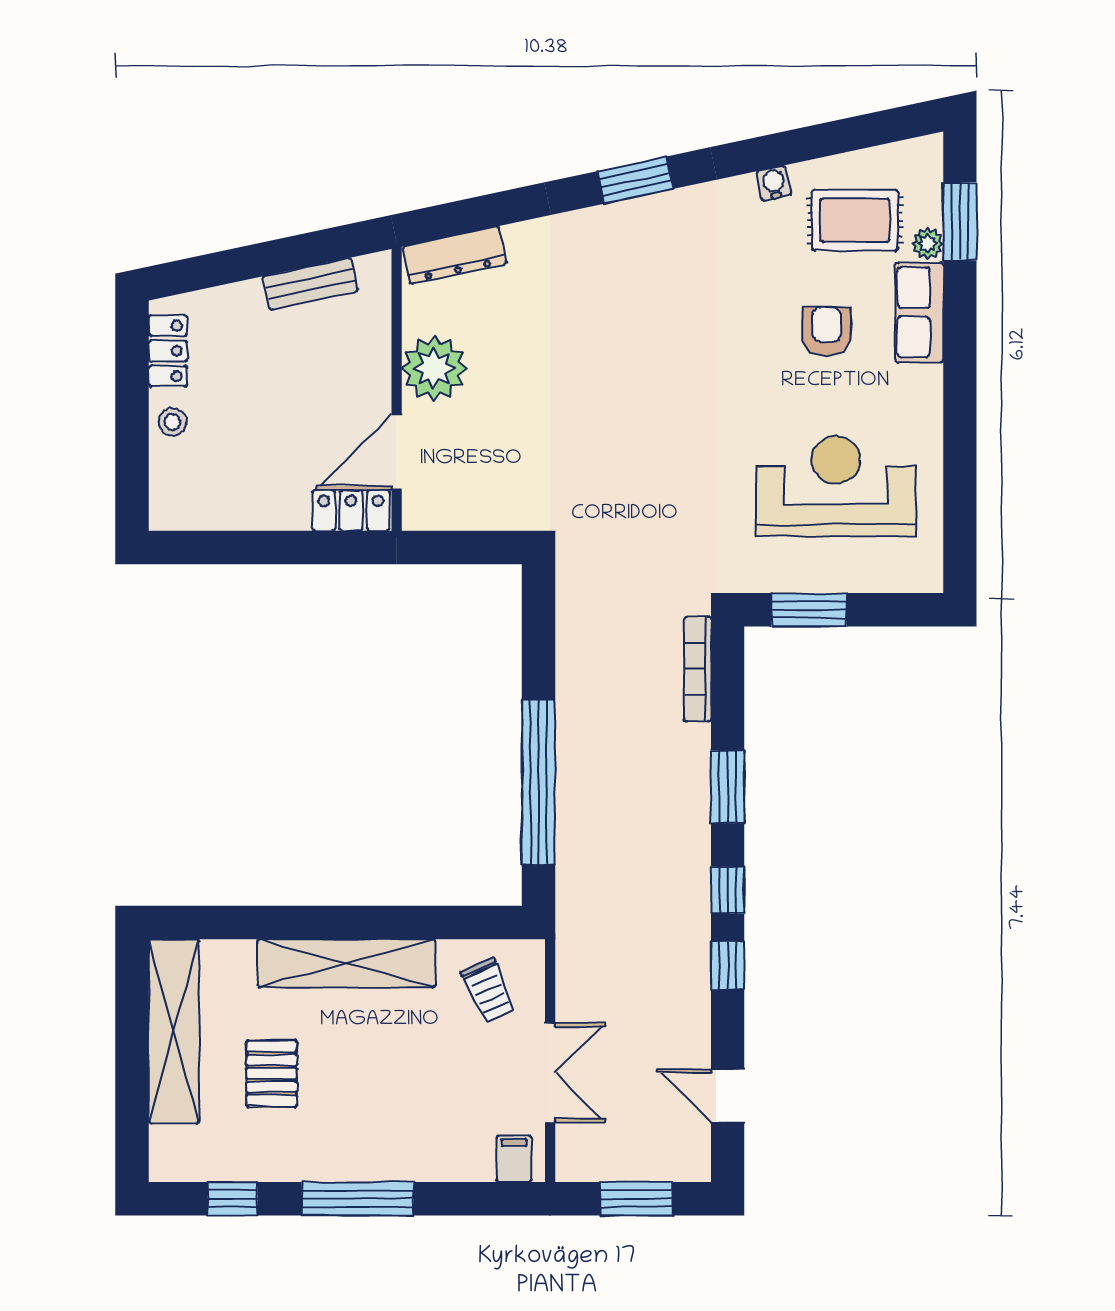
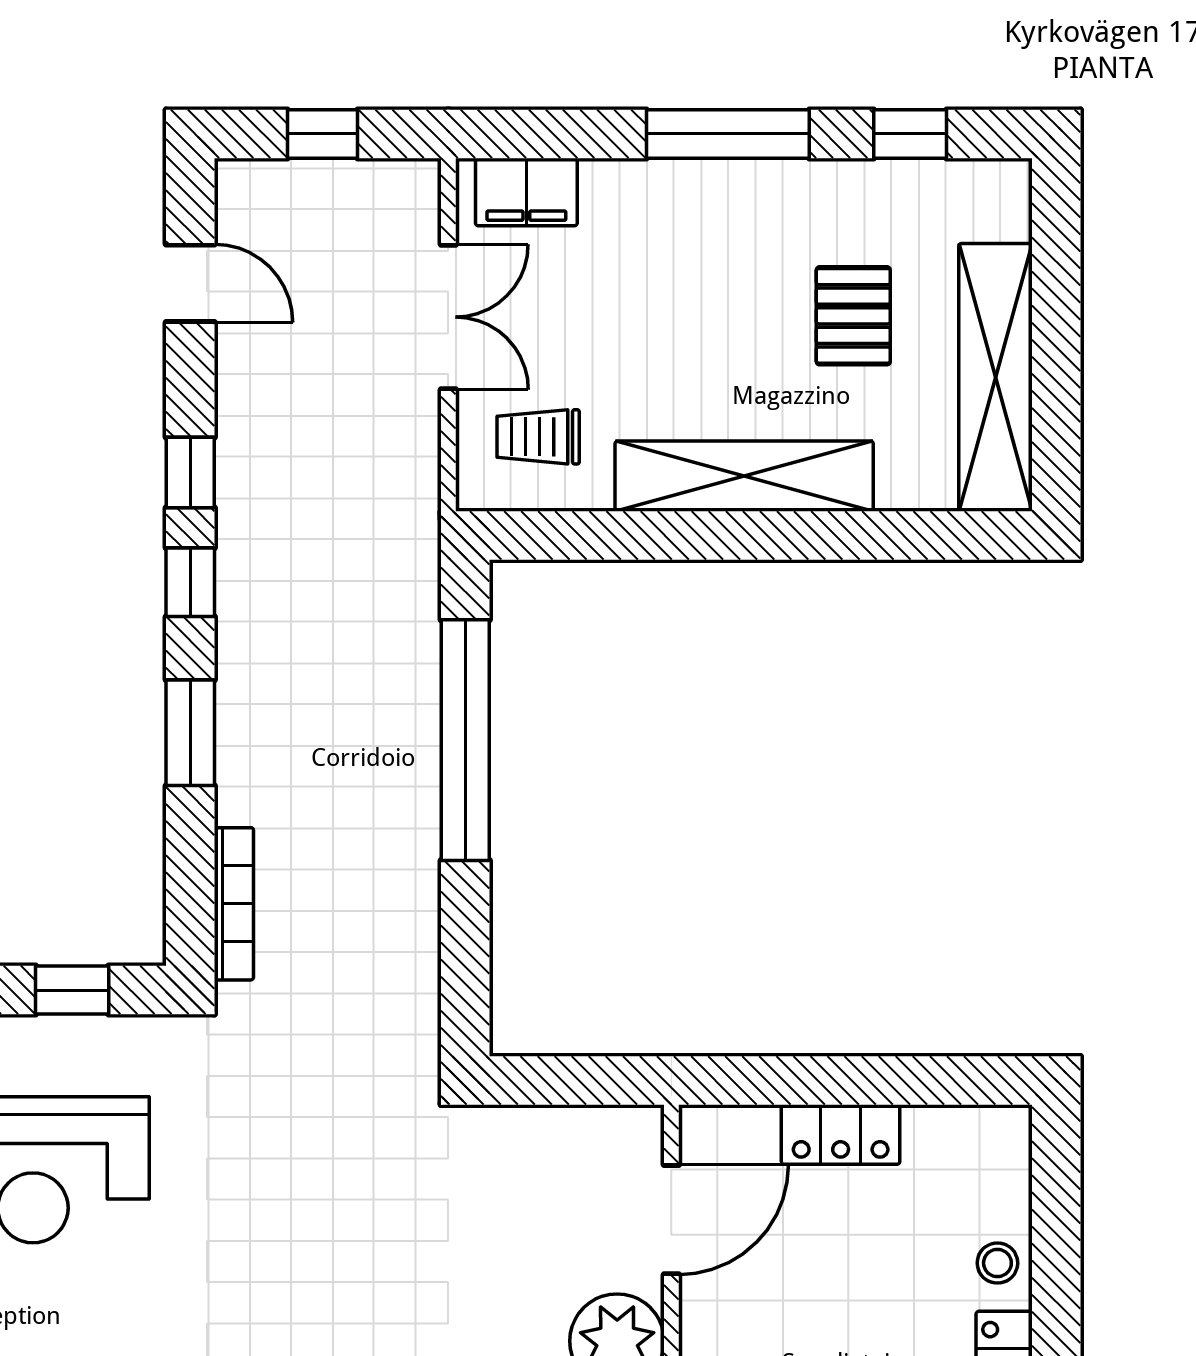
locker: (351, 510) -> (841, 1134), moved
window: (809, 610) -> (72, 990), width x0.67
trolley: (488, 990) -> (538, 437), turned -66
double door: (550, 1073) -> (448, 317), swing flipped
filing cabinet: (514, 1159) -> (526, 192), width x2.00
window: (637, 1199) -> (323, 134), width x0.67

